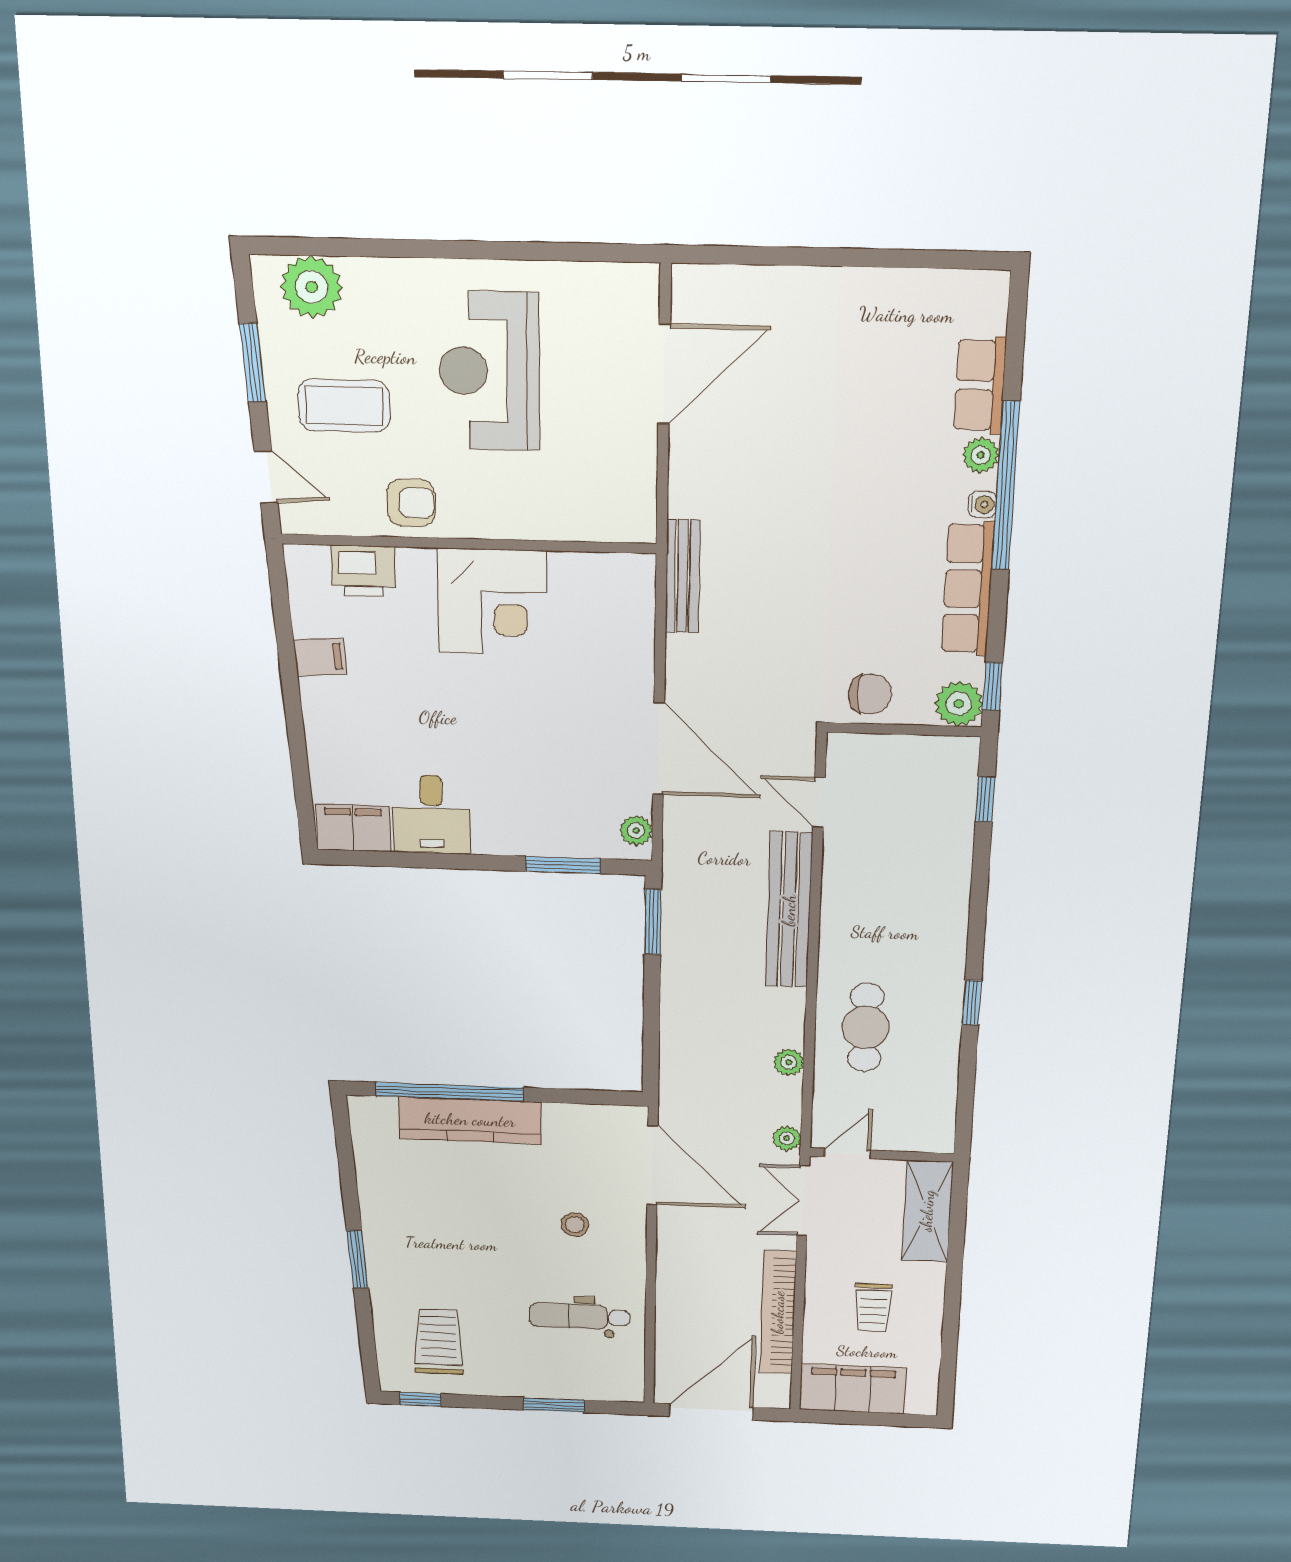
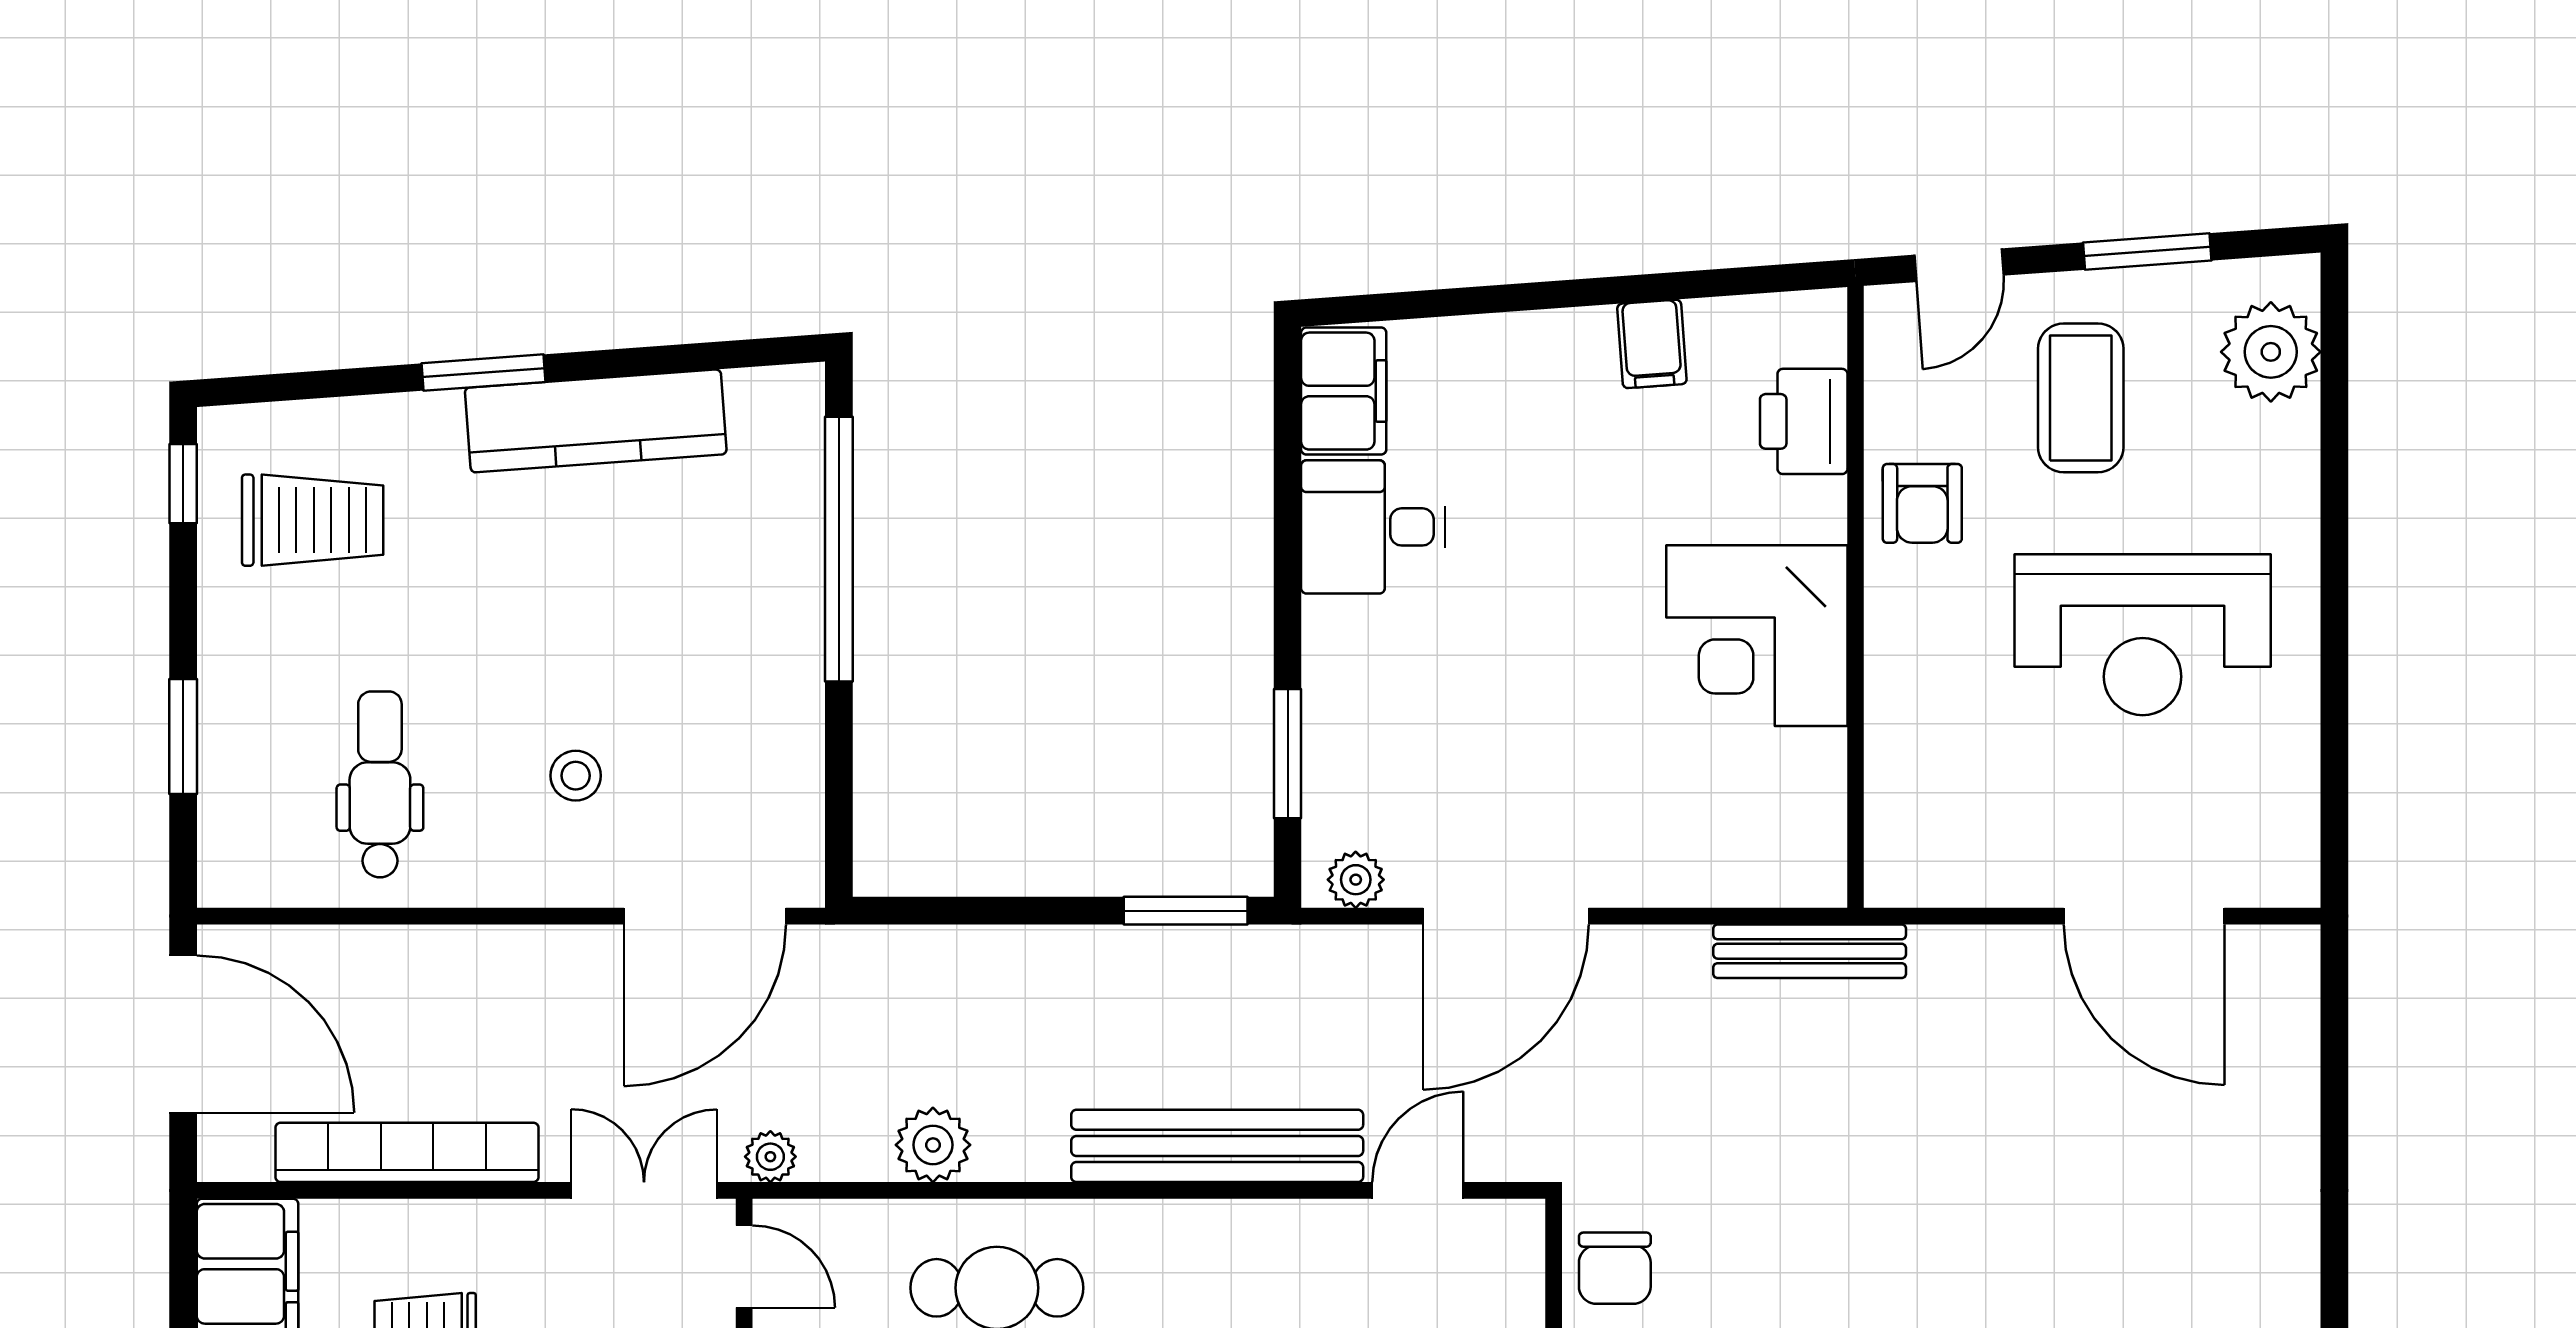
reception desk: (489, 371) -> (2143, 635), turned 180
plant: (789, 1062) -> (933, 1145), width x1.38, depth x1.38
kitchen counter: (470, 1120) -> (596, 421), moved, turned -94

